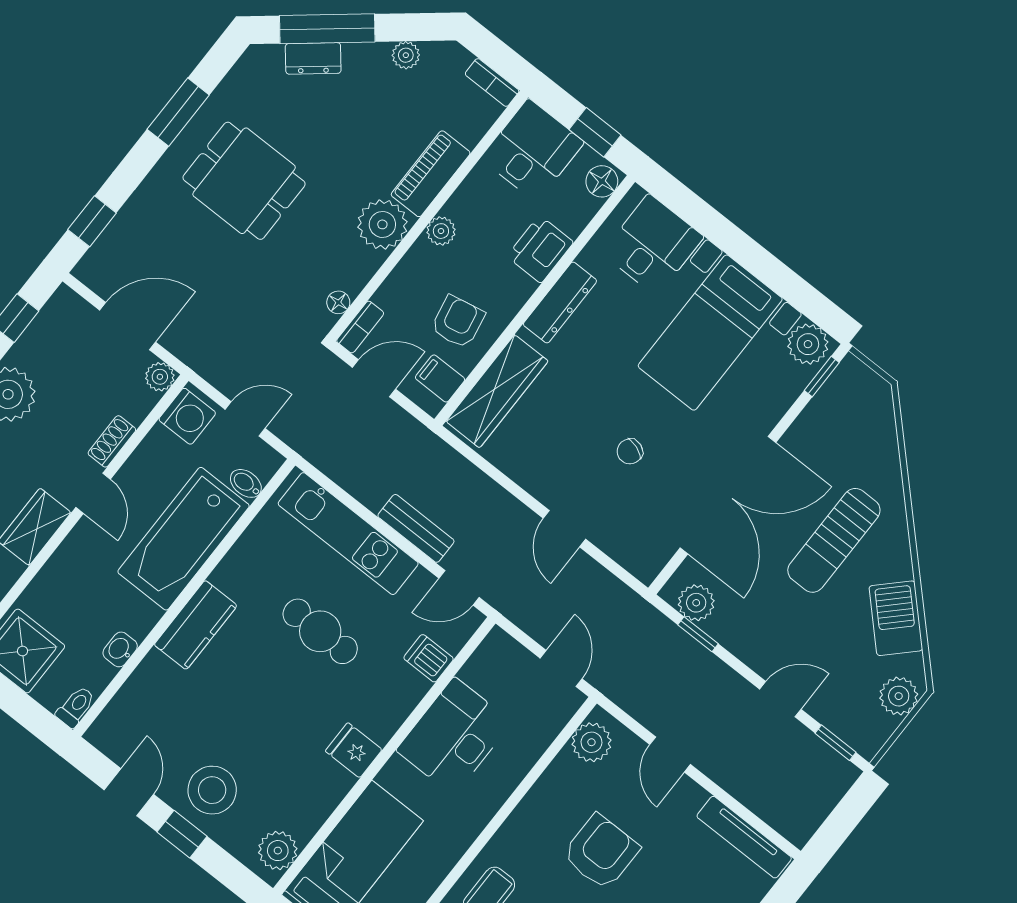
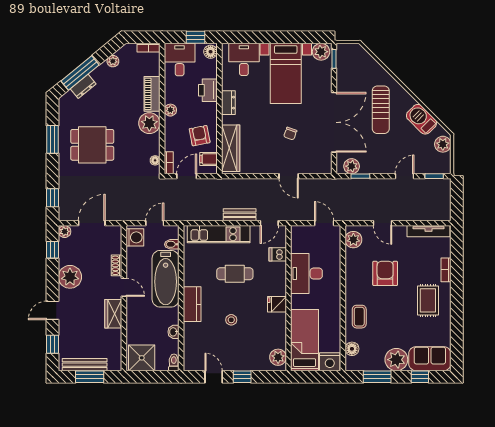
dresser: (560, 303) -> (228, 103), width x0.70
plant: (160, 377) -> (65, 231), moved
stool: (212, 790) -> (231, 320), moved, width x0.53, depth x0.53

